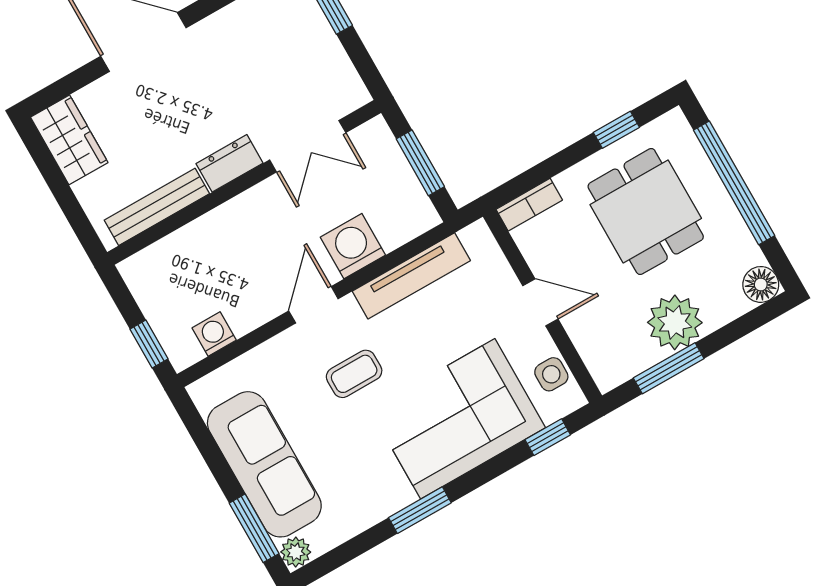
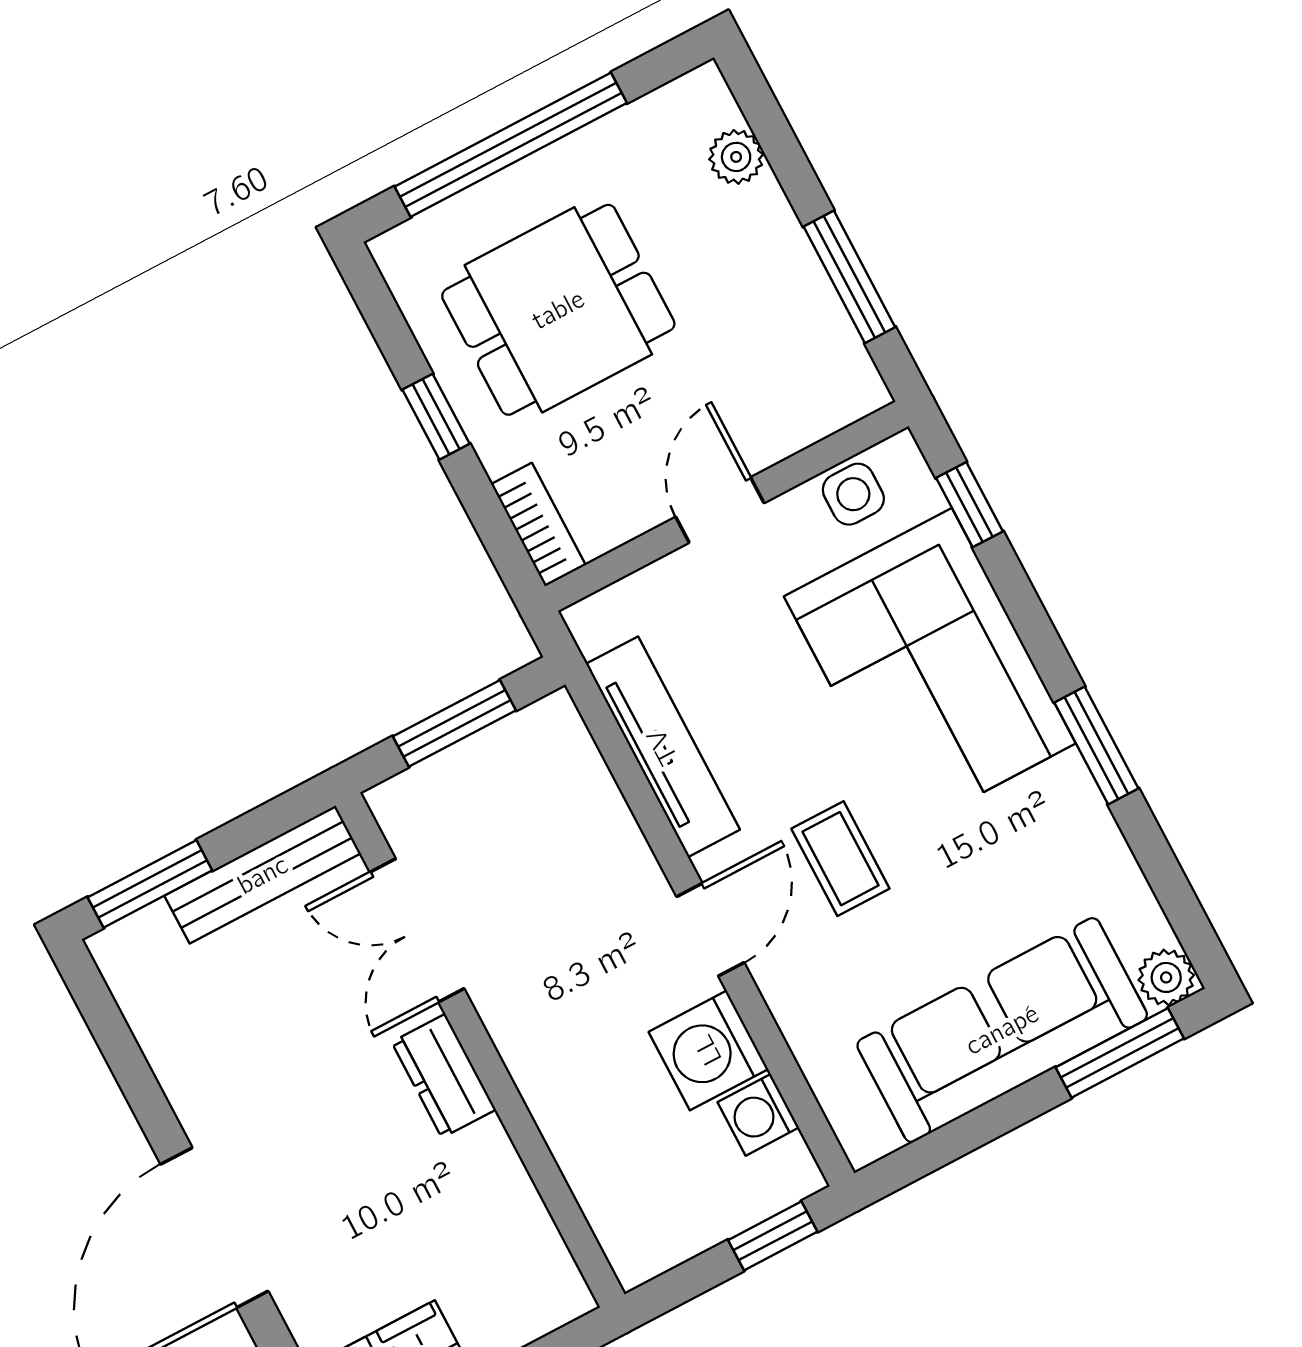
window: (616, 130) -> (436, 417), moved
double door: (308, 146) -> (417, 930), swing flipped
bench: (157, 207) -> (263, 875), moved, turned 90
washing machine: (353, 246) -> (708, 1050), moved
floor lamp: (761, 284) -> (700, 102), removed
door: (313, 305) -> (710, 930), swing flipped
plant: (675, 322) -> (736, 157), moved, width x0.53, depth x0.53

